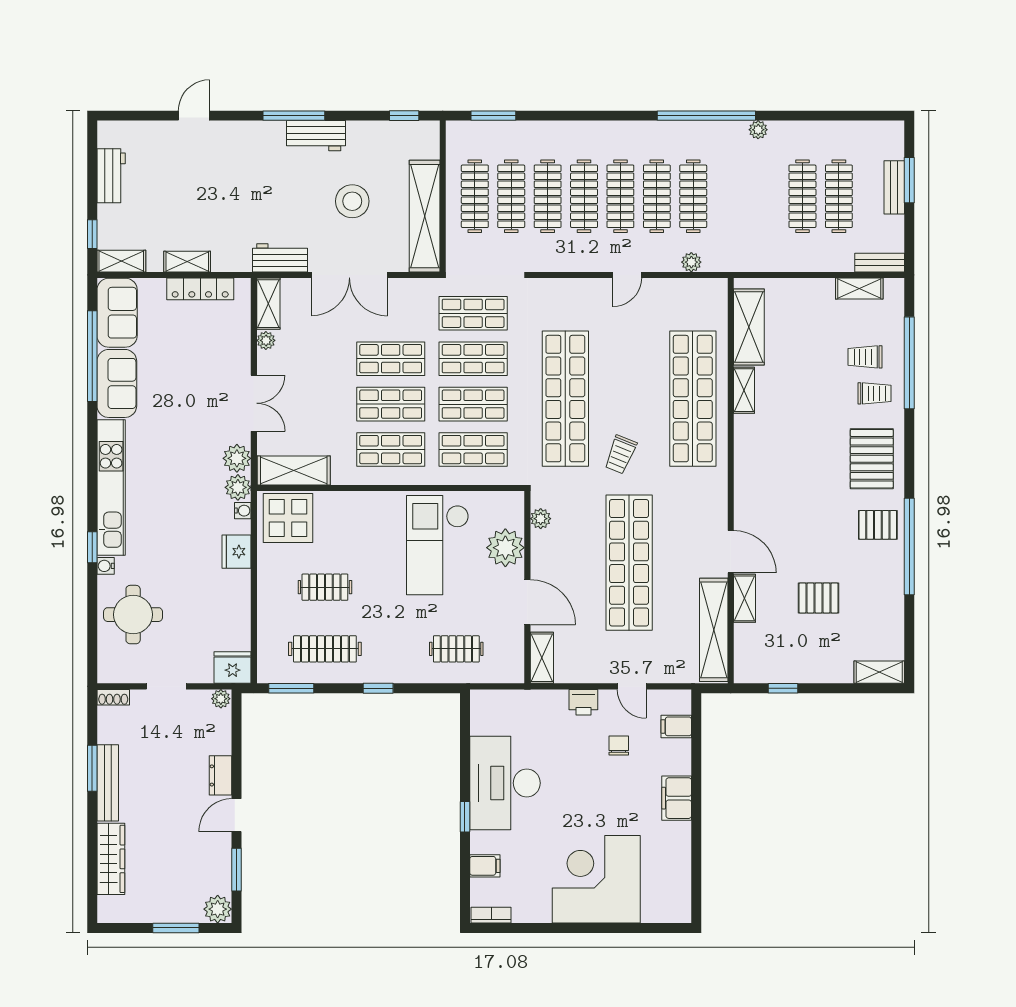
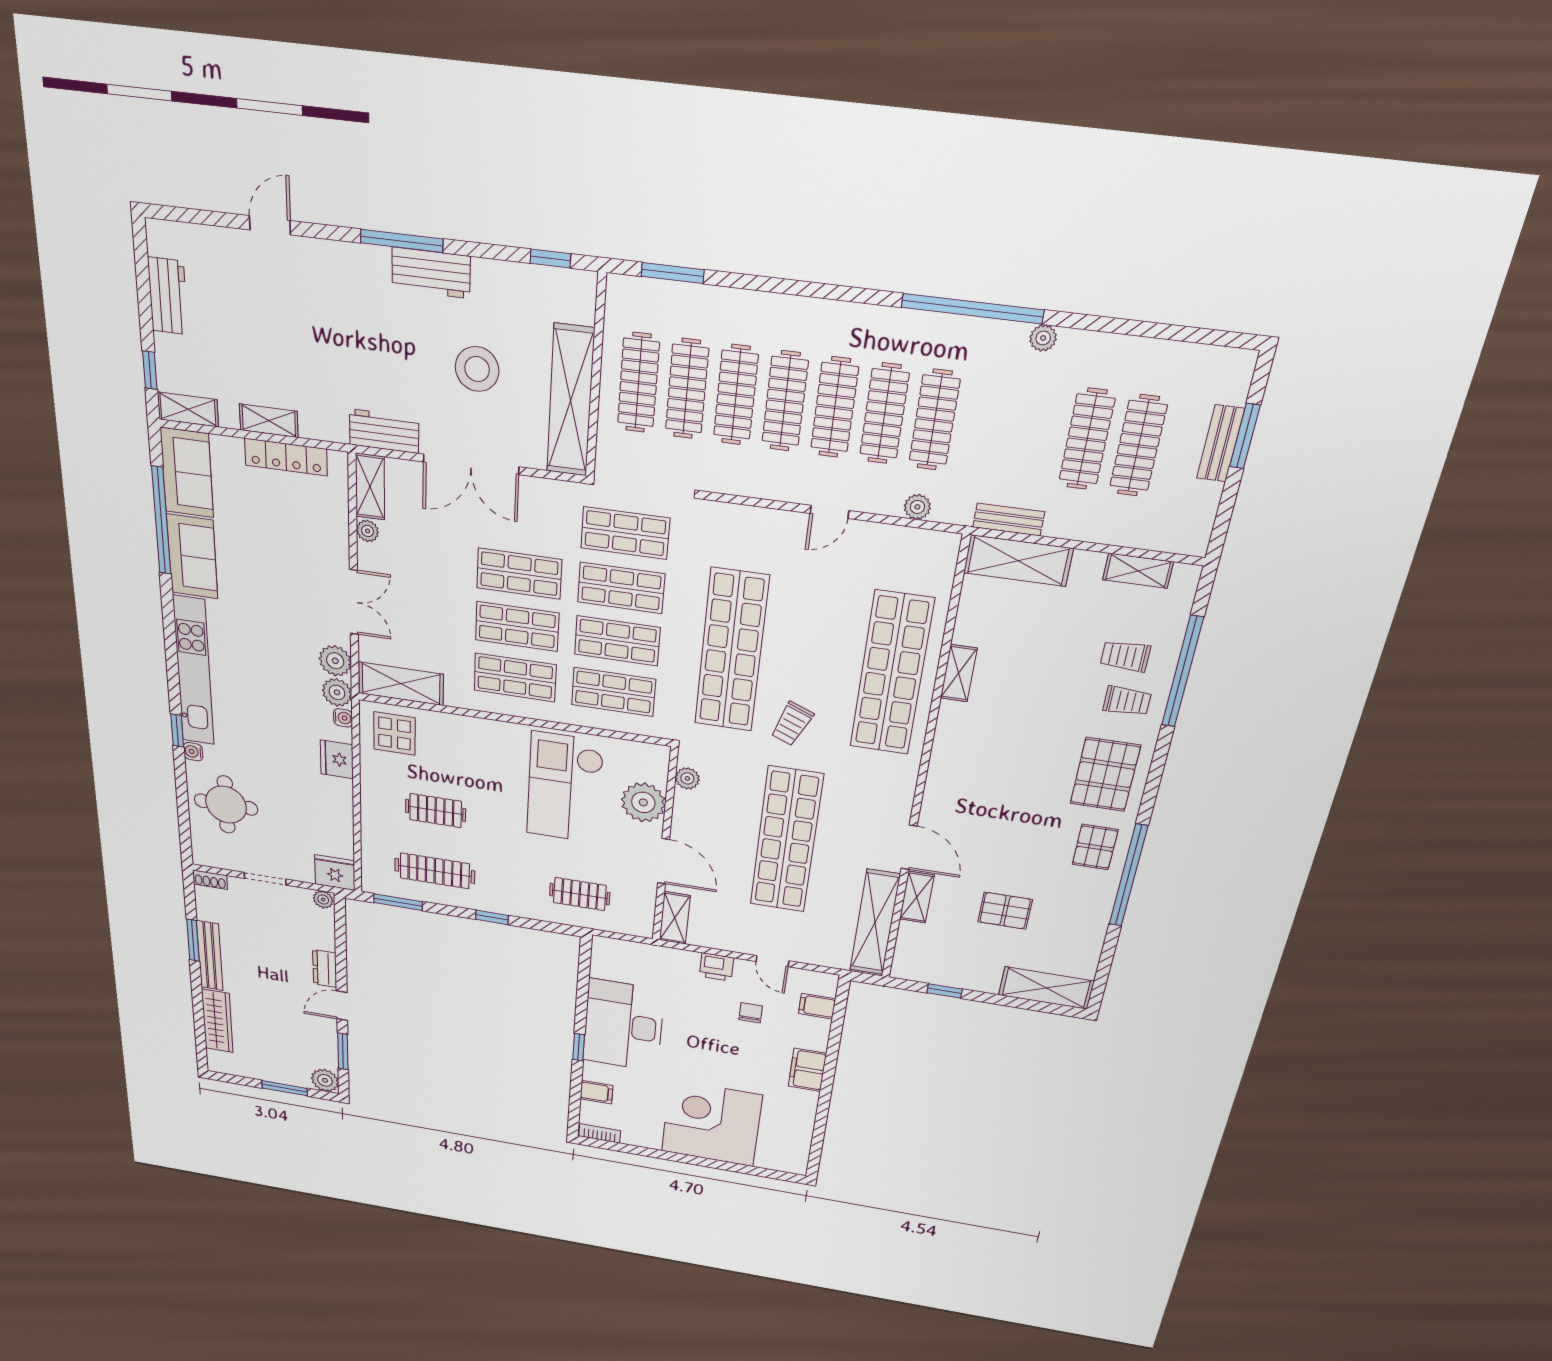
bench: (880, 263) -> (1009, 519), moved
shelving: (749, 327) -> (1018, 561), moved, turned 90
display table: (288, 518) -> (394, 733), width x0.73, depth x0.73
pallet: (878, 525) -> (1095, 847), turned 90
shelving: (879, 672) -> (1046, 988), width x1.50, depth x1.33

